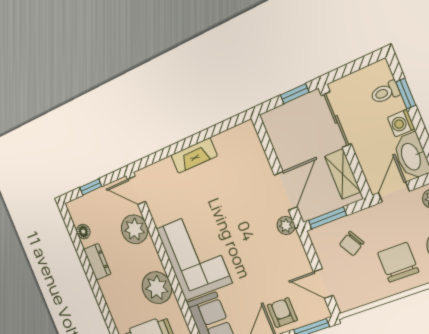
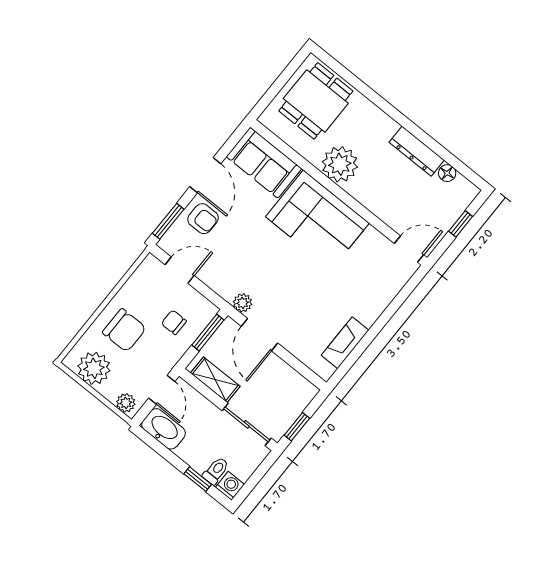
washing machine: (401, 123) -> (230, 486), moved
fireplace: (194, 155) -> (345, 343), moved
plant: (135, 229) -> (392, 209), removed
chair: (352, 244) -> (174, 322), turned -60
dresser: (97, 262) -> (417, 151), width x1.44

